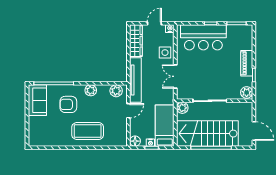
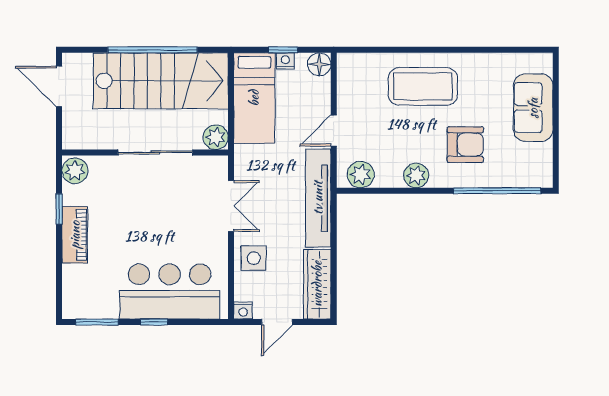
sofa: (37, 100) -> (533, 108), moved

